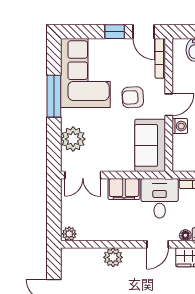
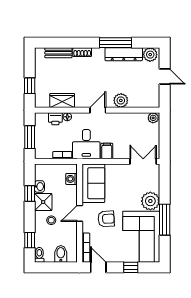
window: (115, 32) -> (131, 267), moved
washing machine: (180, 126) -> (71, 179), moved
plant: (73, 139) -> (150, 201), moved
filing cabinet: (124, 189) -> (107, 151), width x0.50
door: (158, 244) -> (98, 110), moved

